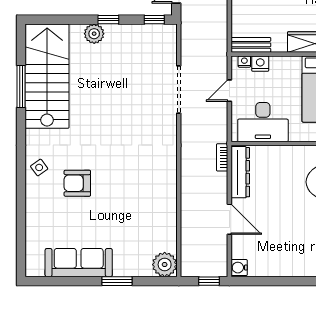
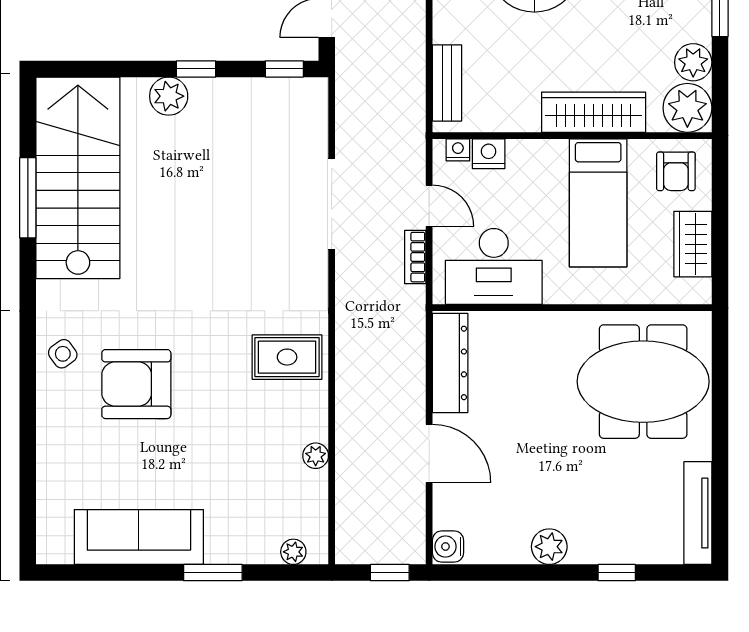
bench: (251, 45) -> (447, 83), moved, turned 90
door: (229, 91) -> (429, 206), swing flipped
bookcase: (222, 157) -> (415, 257), moved
rug: (156, 169) -> (287, 357), added
armchair: (77, 183) -> (136, 384), width x1.36, depth x1.36
plant: (170, 220) -> (316, 456), added
plant: (165, 265) -> (293, 552), width x0.53, depth x0.53
plant: (292, 268) -> (549, 547), added

